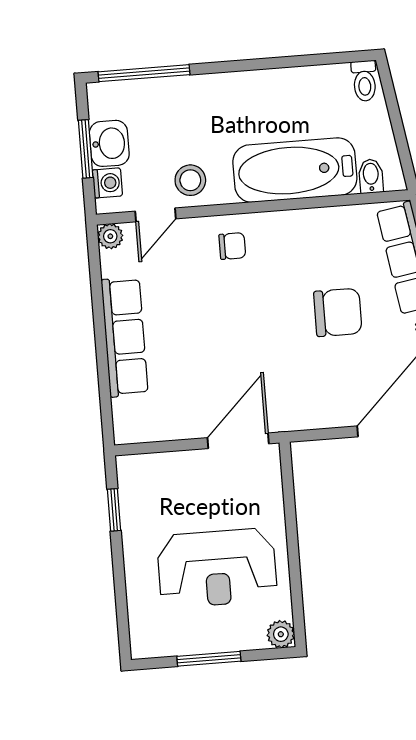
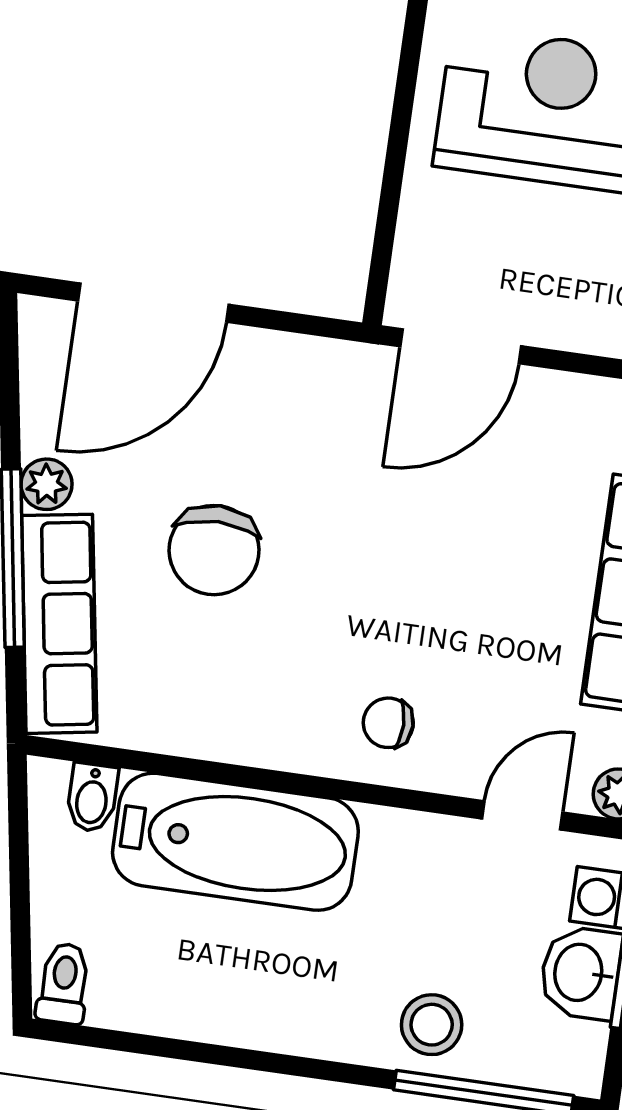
stool: (190, 180) -> (432, 1025), moved
chair: (338, 312) -> (214, 550), turned -90

